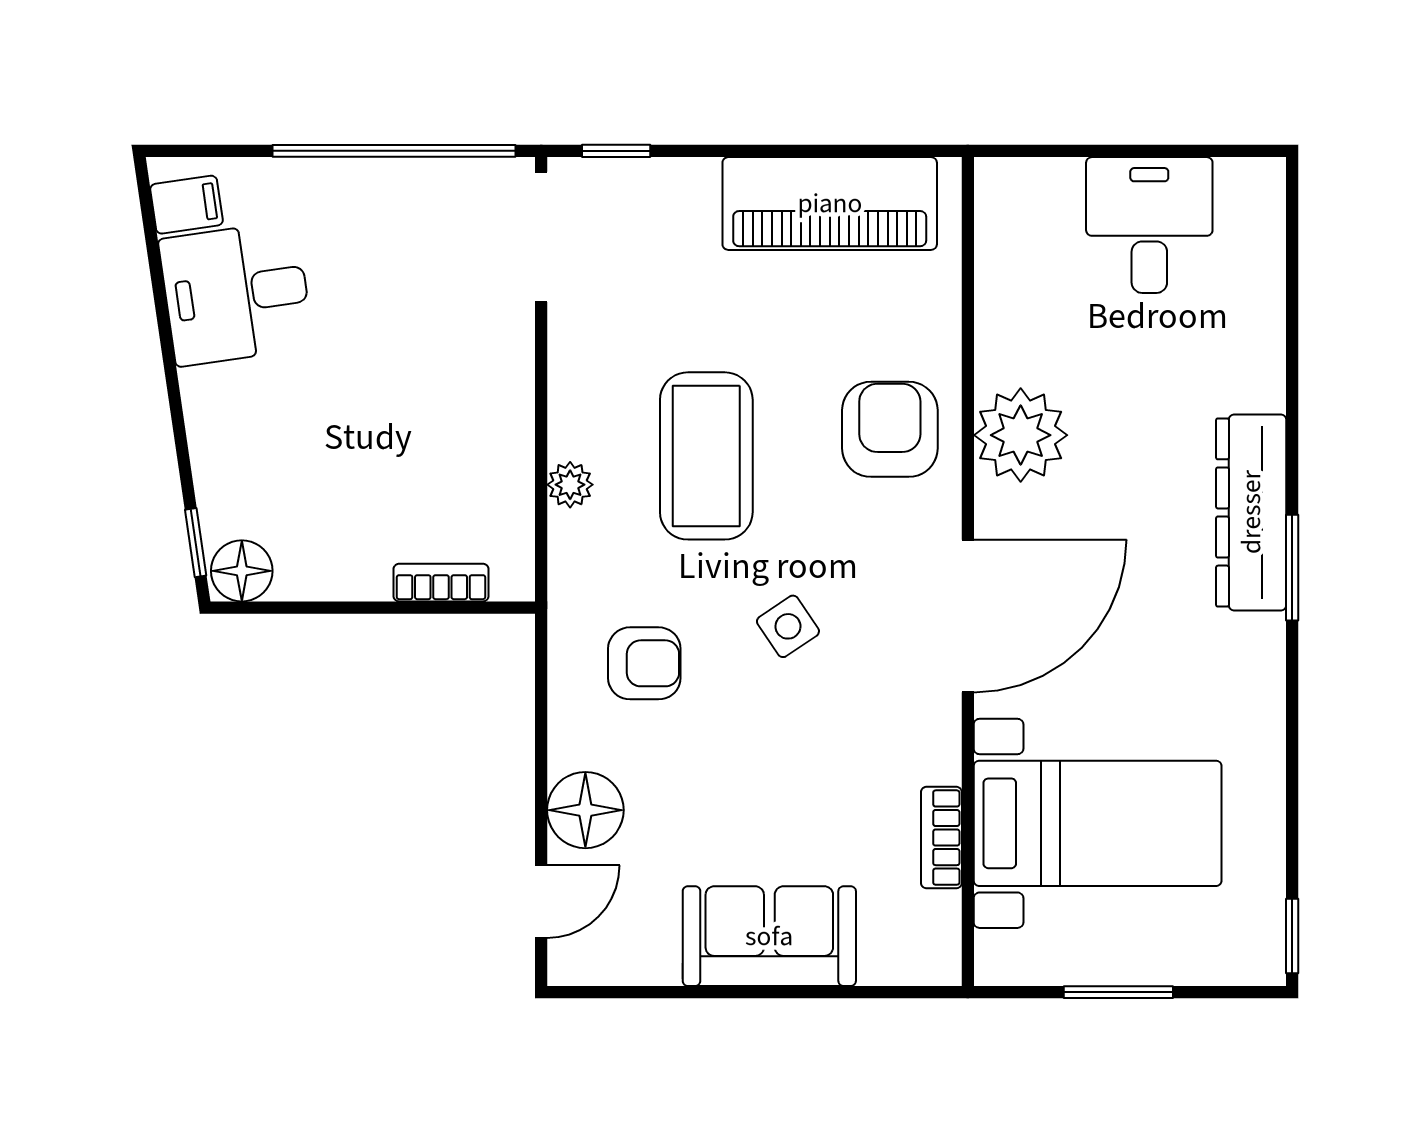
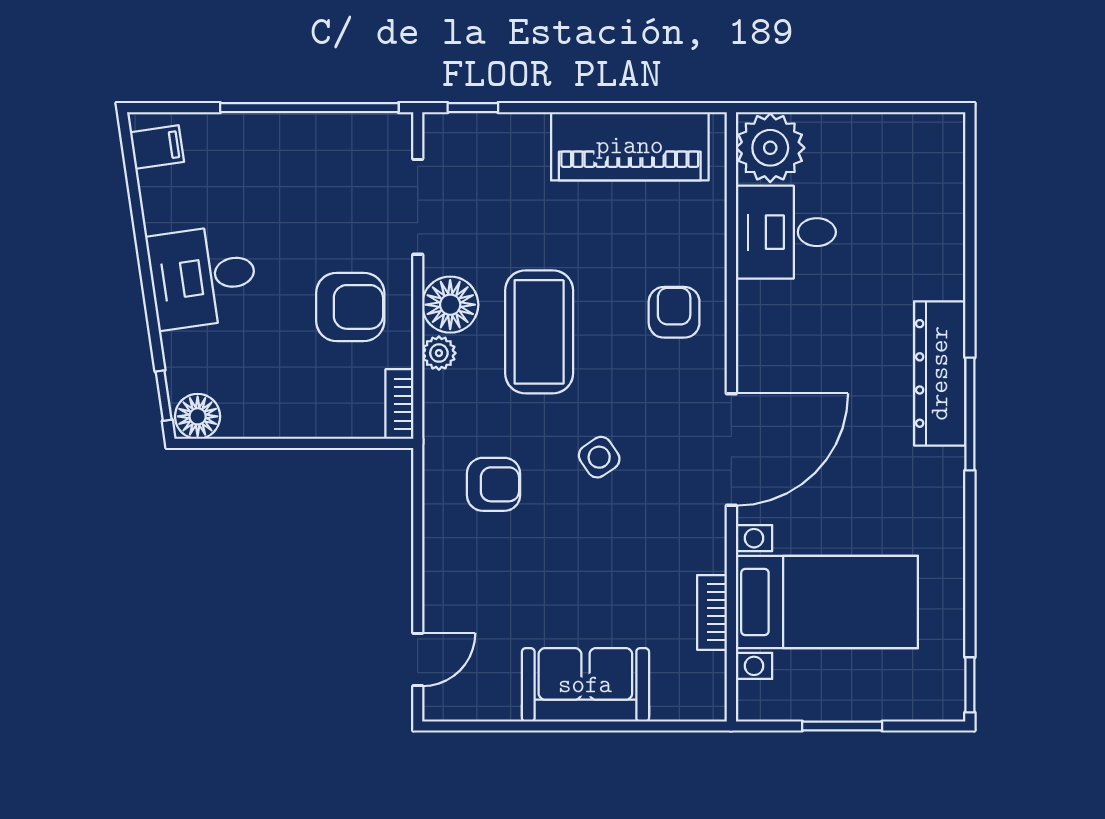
desk: (1149, 225) -> (786, 232), moved, turned -90
doorway: (541, 237) -> (418, 207), moved
desk: (236, 293) -> (203, 277), moved
armchair: (449, 422) -> (350, 307), added
armchair: (890, 429) -> (674, 312), width x0.72, depth x0.72
plant: (1021, 435) -> (770, 148), moved
window: (1292, 568) -> (970, 414), width x1.44
bookcase: (441, 583) -> (399, 404), moved, turned -90
floor lamp: (585, 810) -> (450, 305), moved

